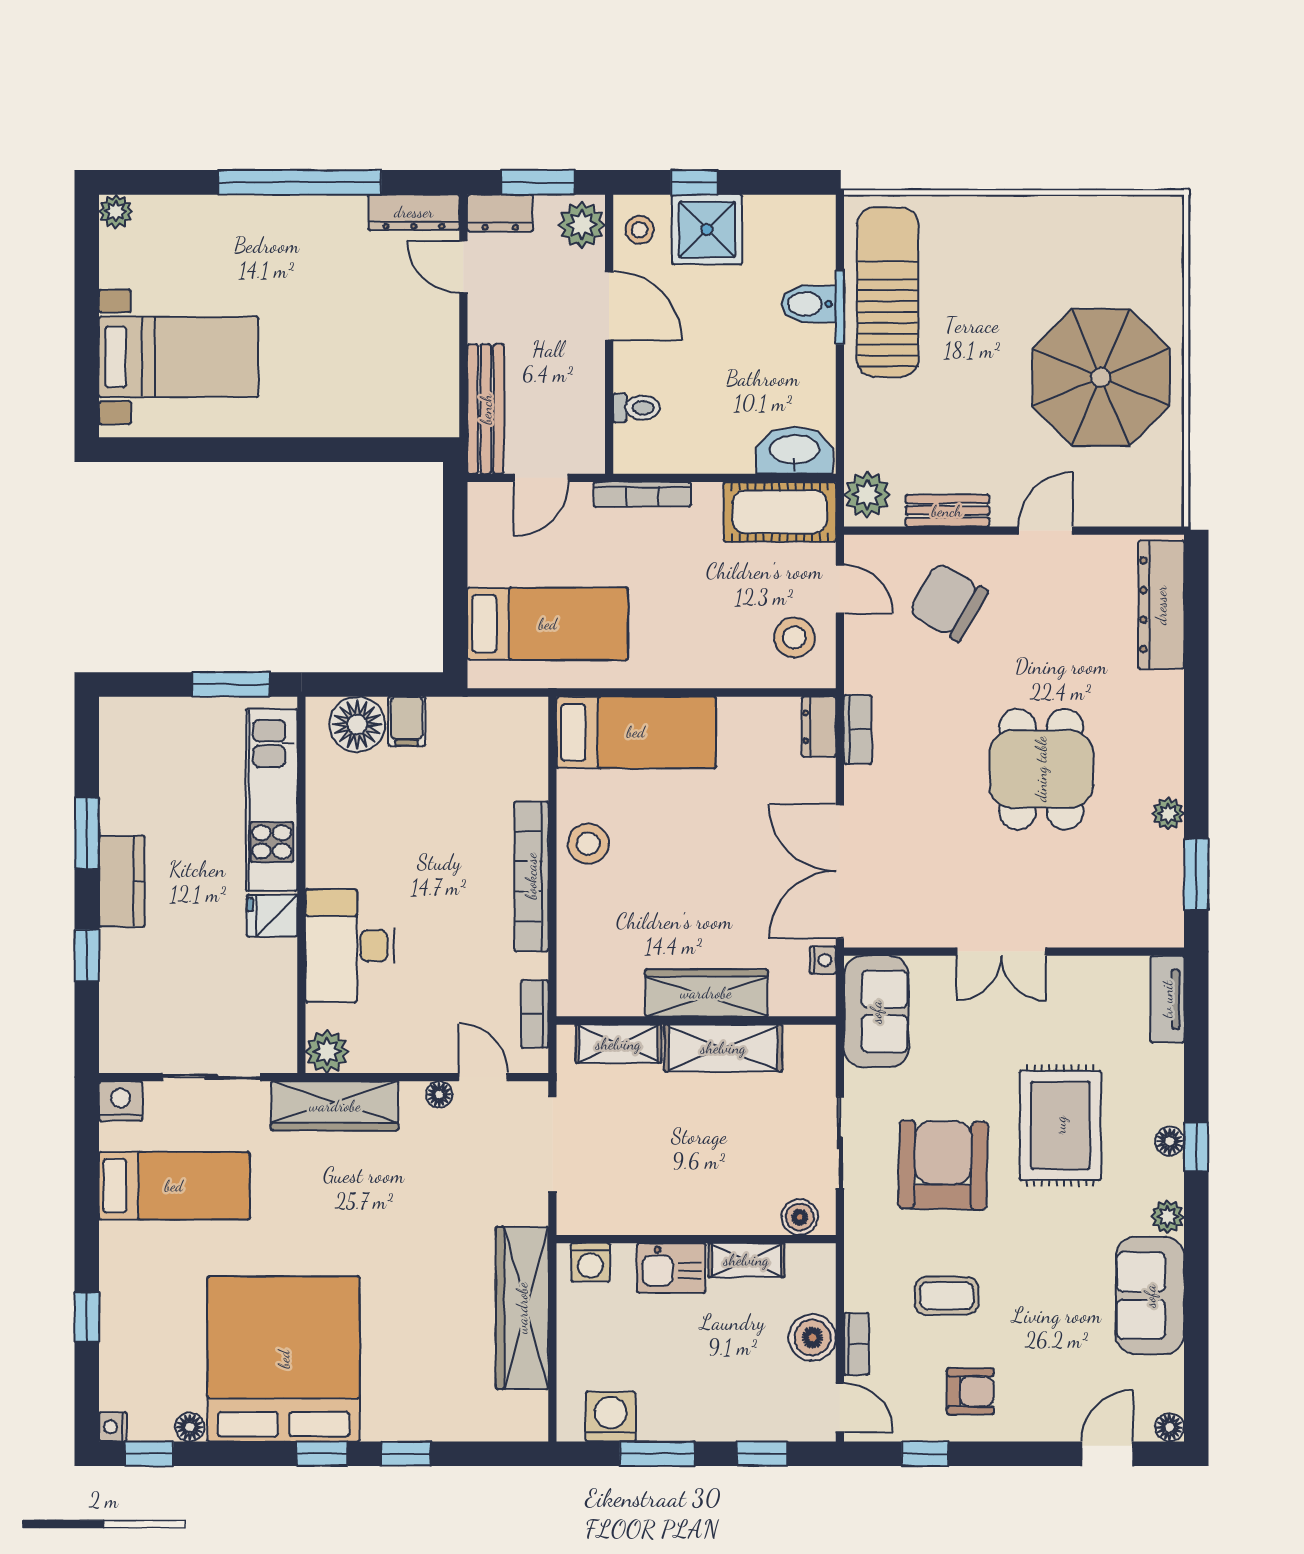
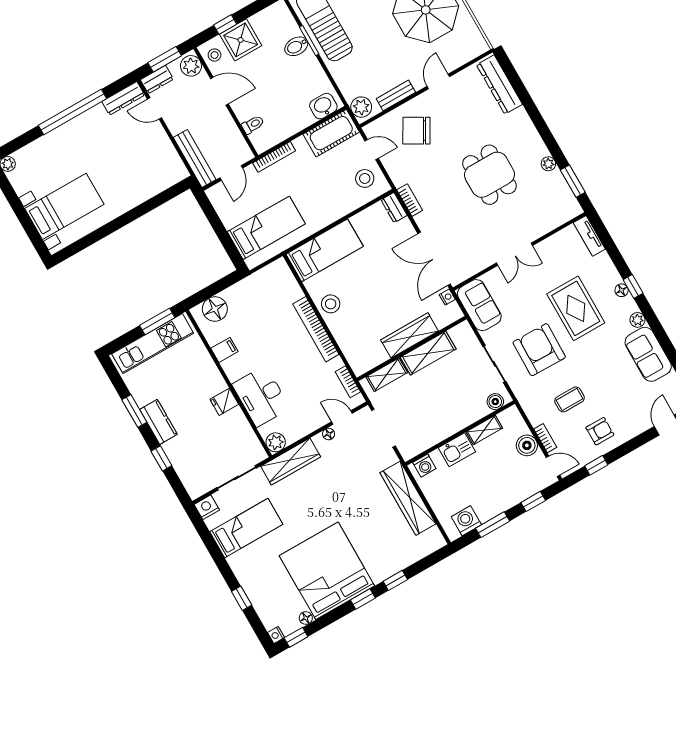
washbasin: (794, 451) -> (323, 106), width x0.72
filing cabinet: (407, 721) -> (224, 350), moved, turned -90
kitchen unit: (272, 800) -> (153, 344), moved, turned -90

